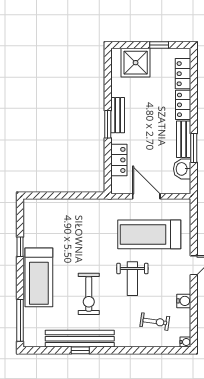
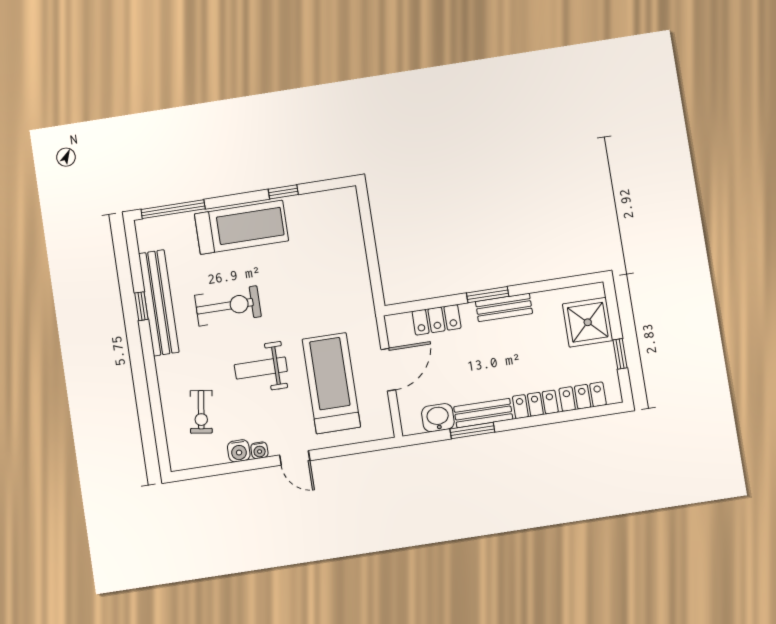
treadmill: (39, 277) -> (241, 227), turned 180
exercise bike: (89, 294) -> (228, 306), turned 180
water cooler: (185, 342) -> (259, 450), moved

